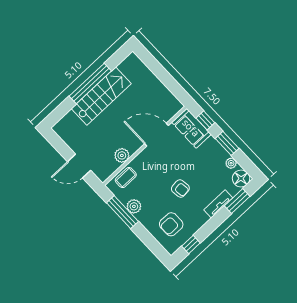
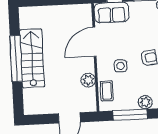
side table: (155, 172) -> (121, 66), added
plant: (134, 206) -> (145, 102), moved

